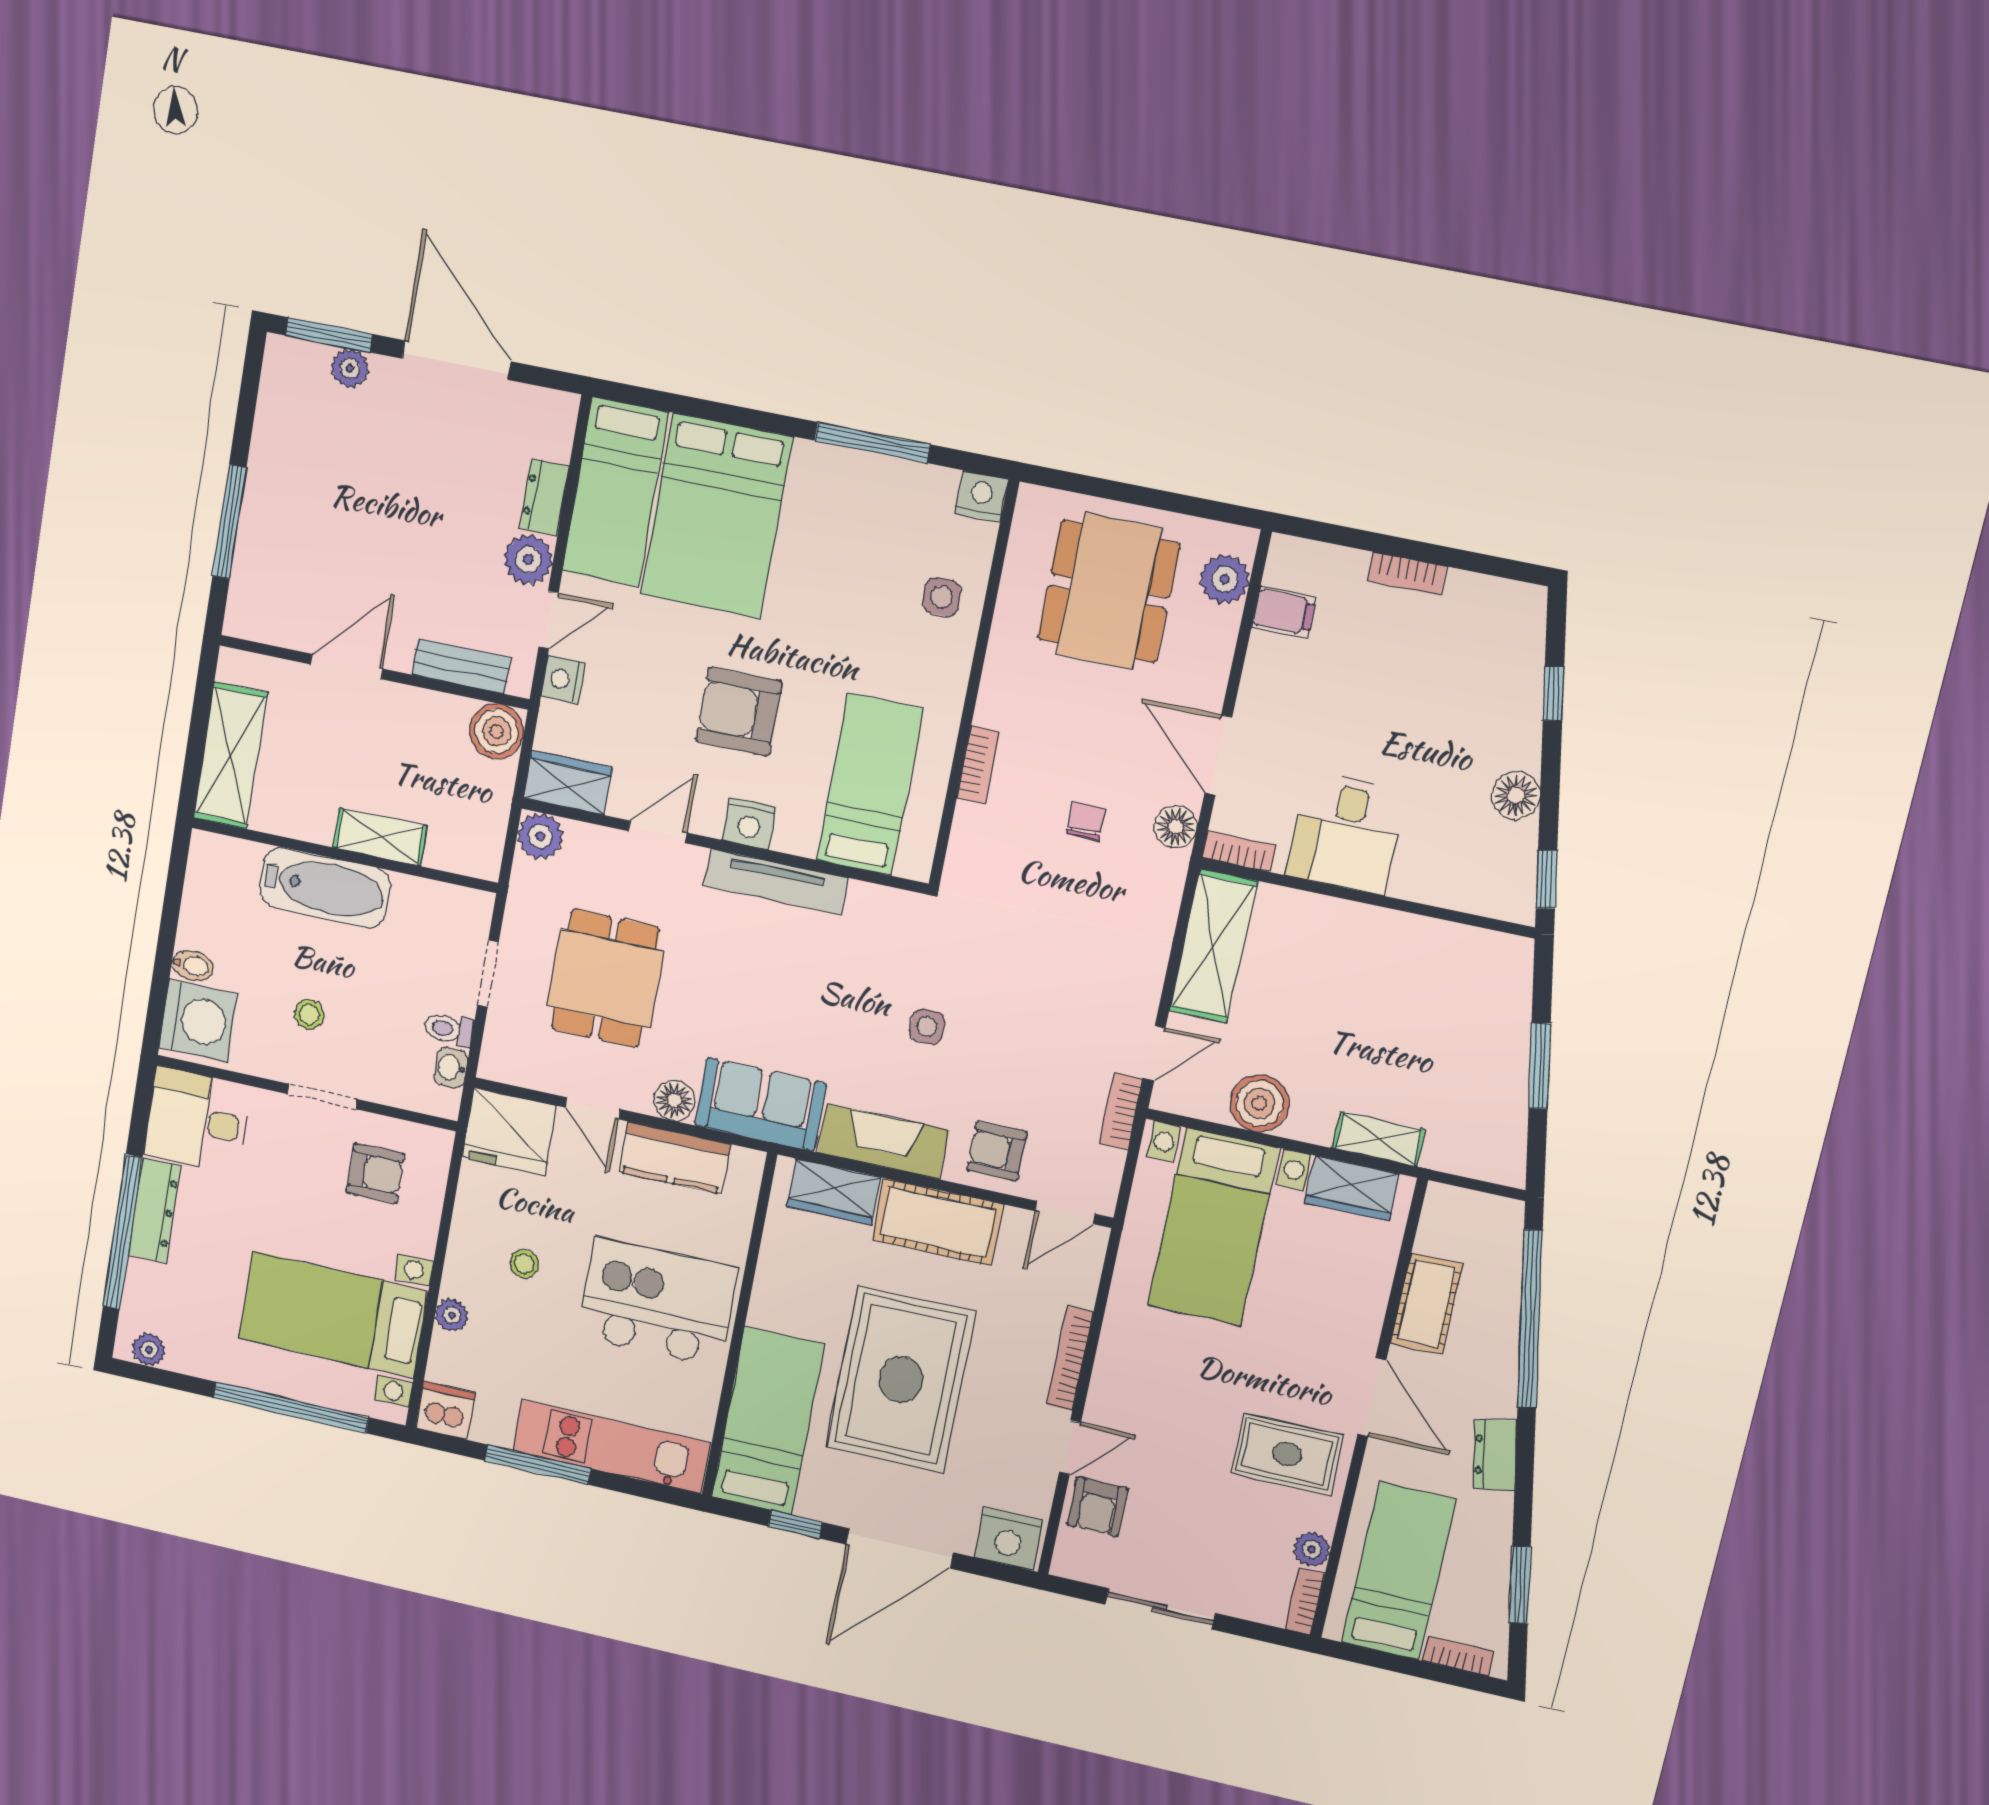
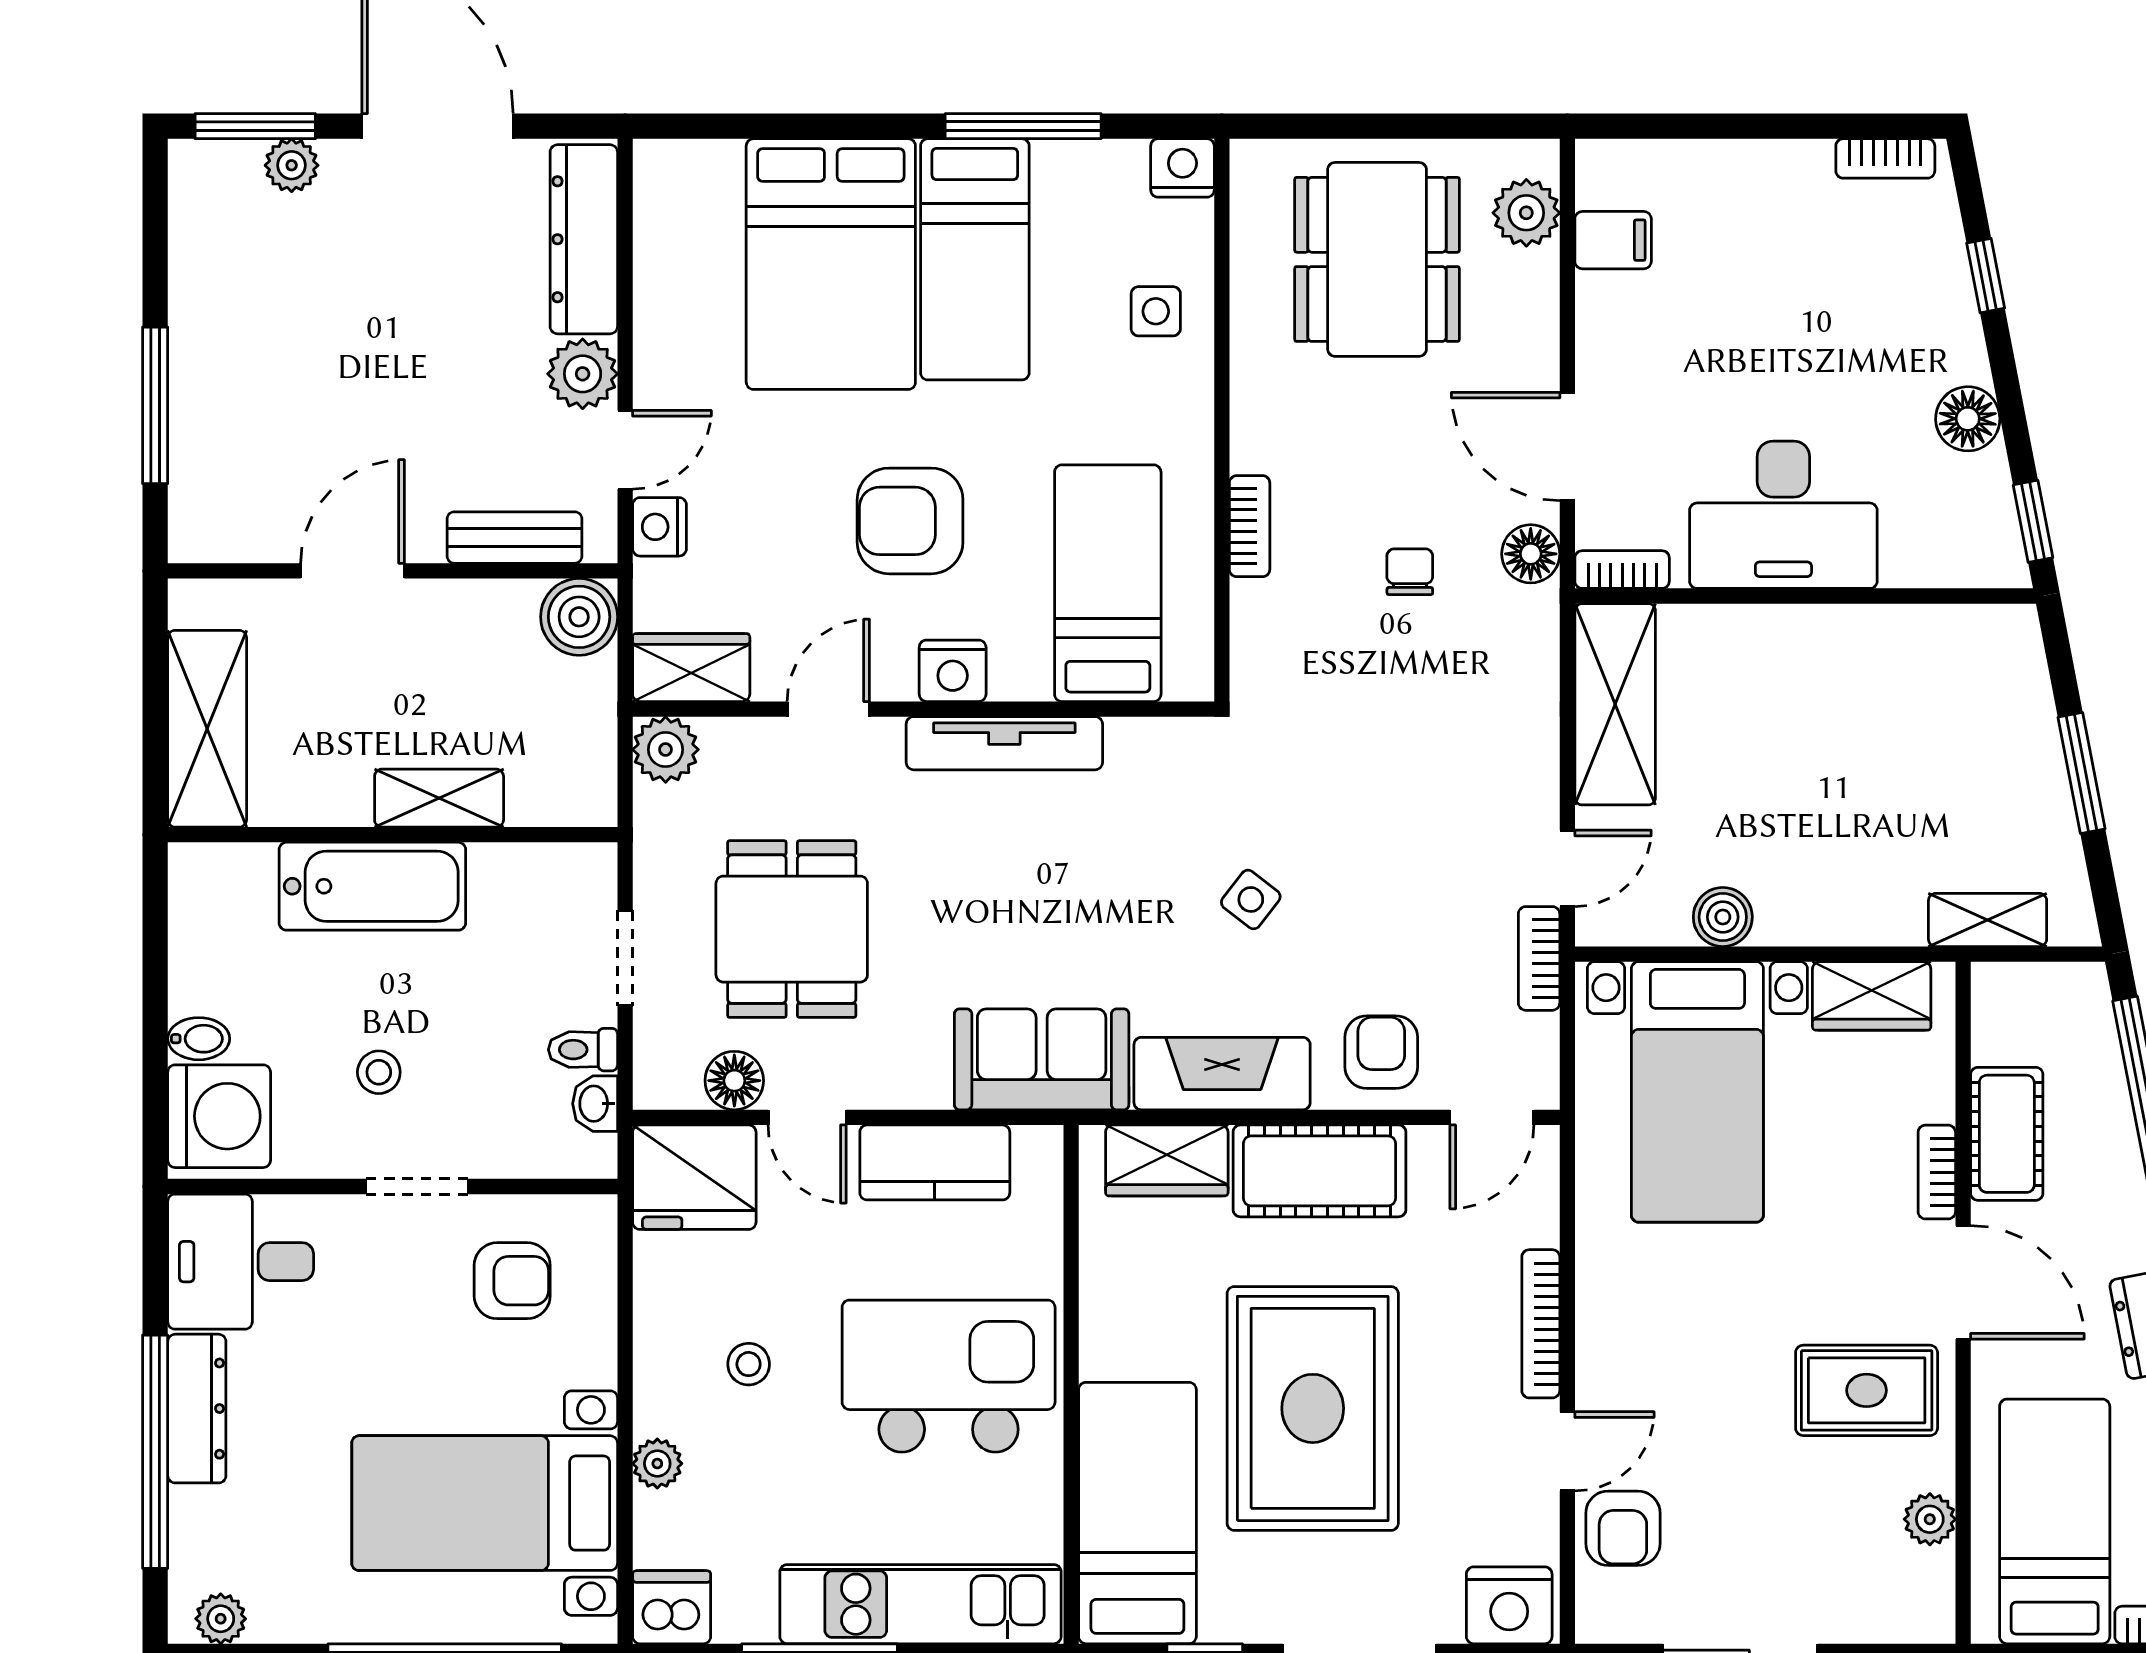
bed: (615, 492) -> (975, 259), moved
dresser: (544, 497) -> (584, 239), width x1.96, depth x1.24
bookcase: (1407, 574) -> (1885, 158), moved
desk: (1346, 833) -> (1783, 515), width x1.37
side table: (927, 1027) -> (1251, 899), turned 38
floor lamp: (674, 1100) -> (734, 1081), moved
boiler: (1259, 1103) -> (1723, 917), width x0.73, depth x0.73
shelving: (1379, 1139) -> (1988, 920), moved
armchair: (997, 1151) -> (1381, 1052), turned 90
bookcase: (1305, 1601) -> (1937, 1172), moved

